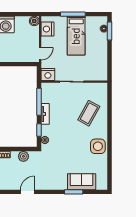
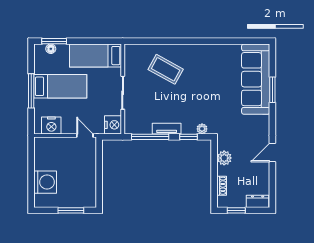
boiler: (34, 21) -> (40, 143), removed
bed: (99, 61) -> (95, 56), added
side table: (98, 146) -> (211, 57), removed
sofa: (82, 182) -> (256, 79), width x1.85, depth x1.27
door: (28, 192) -> (272, 152), hinge flipped

